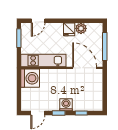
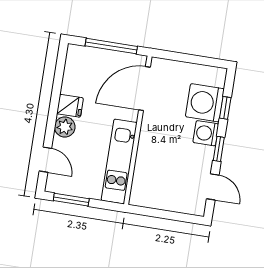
plant: (81, 28) -> (65, 127), moved
washing machine: (30, 78) -> (205, 103), moved, turned -90

